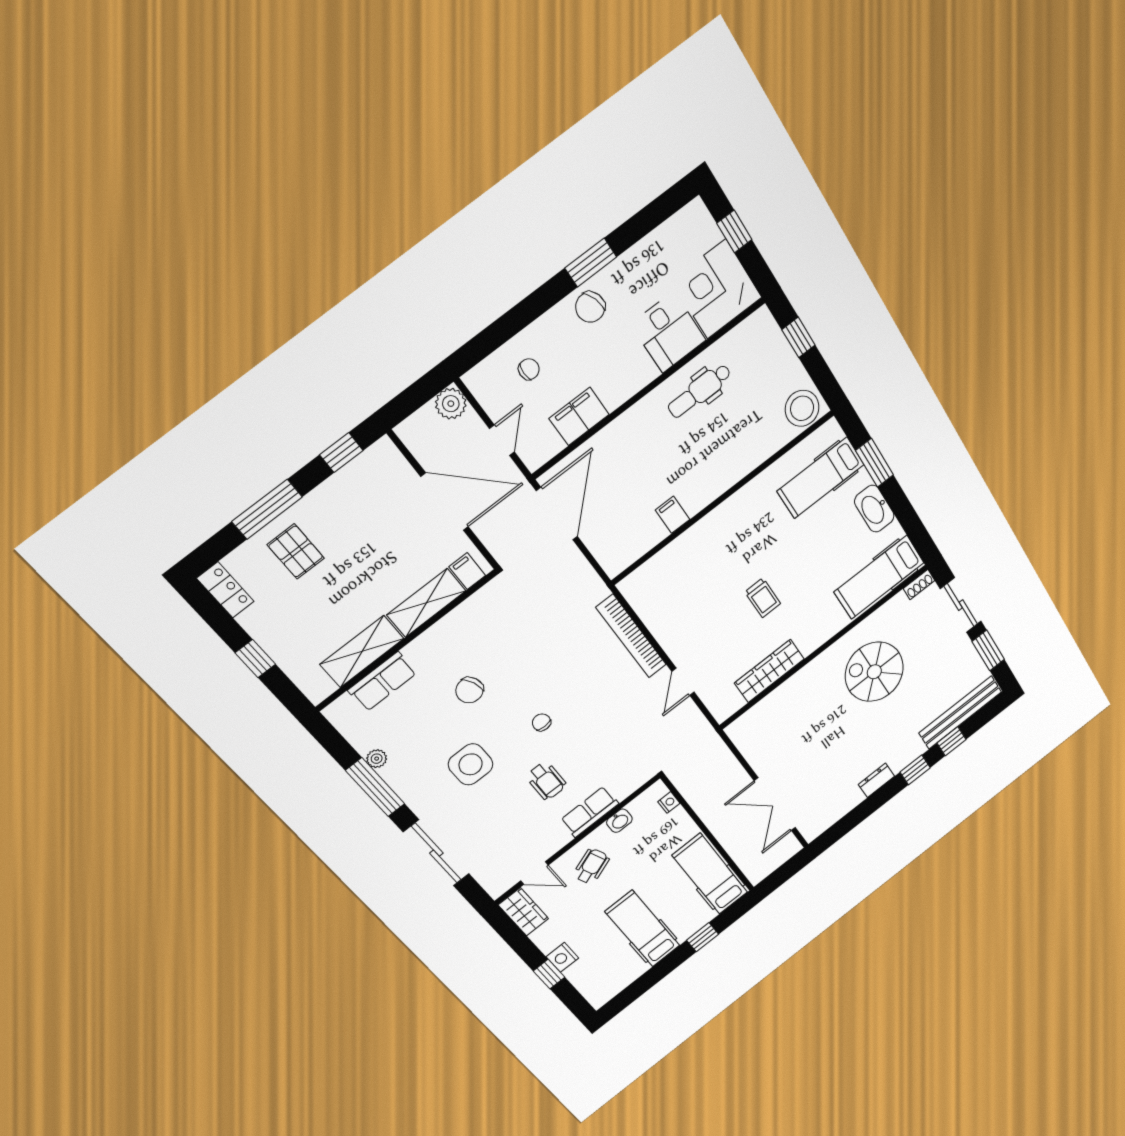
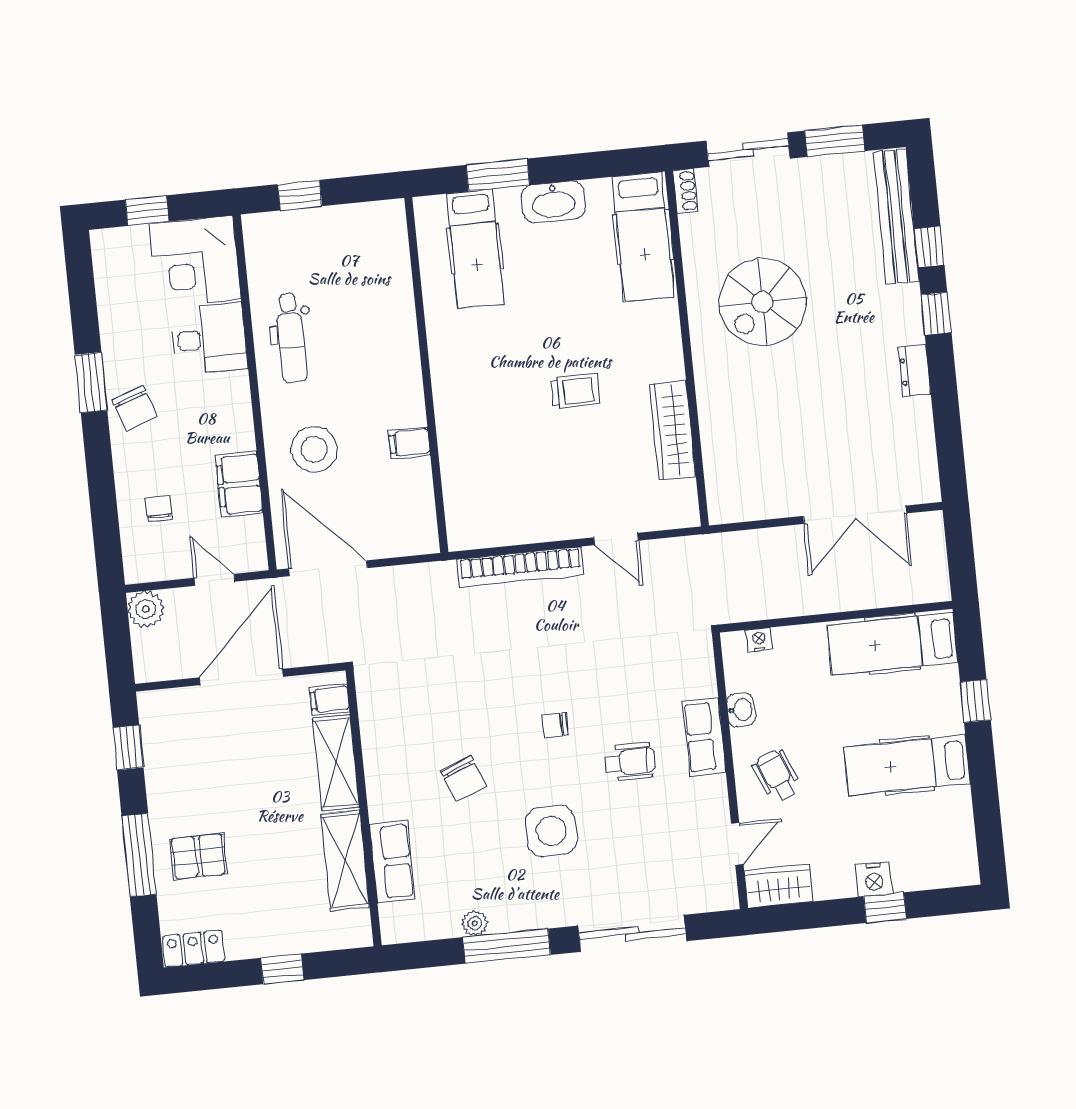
stool: (802, 408) -> (314, 449), moved

